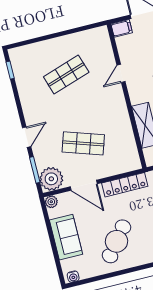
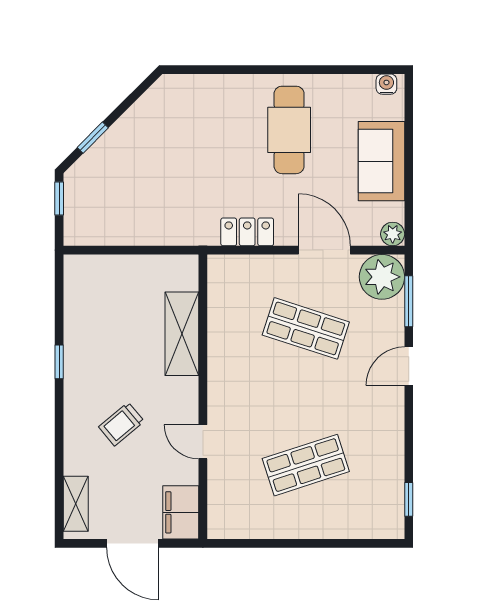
filing cabinet: (122, 28) -> (181, 512), width x2.00
door: (121, 73) -> (203, 442), swing flipped
locker: (125, 185) -> (247, 232), width x0.66
cafe table: (116, 241) -> (289, 130), turned -38

